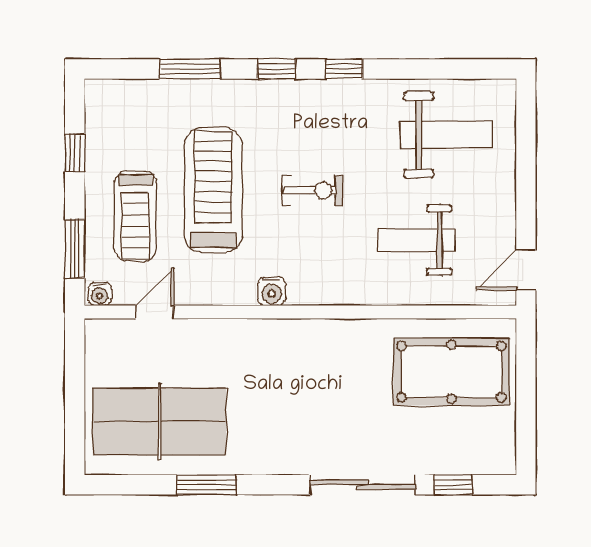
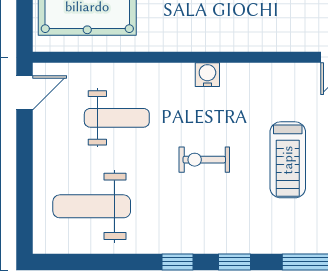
treadmill: (213, 190) -> (288, 160), width x0.73, depth x0.73
water cooler: (272, 291) -> (207, 75), moved

